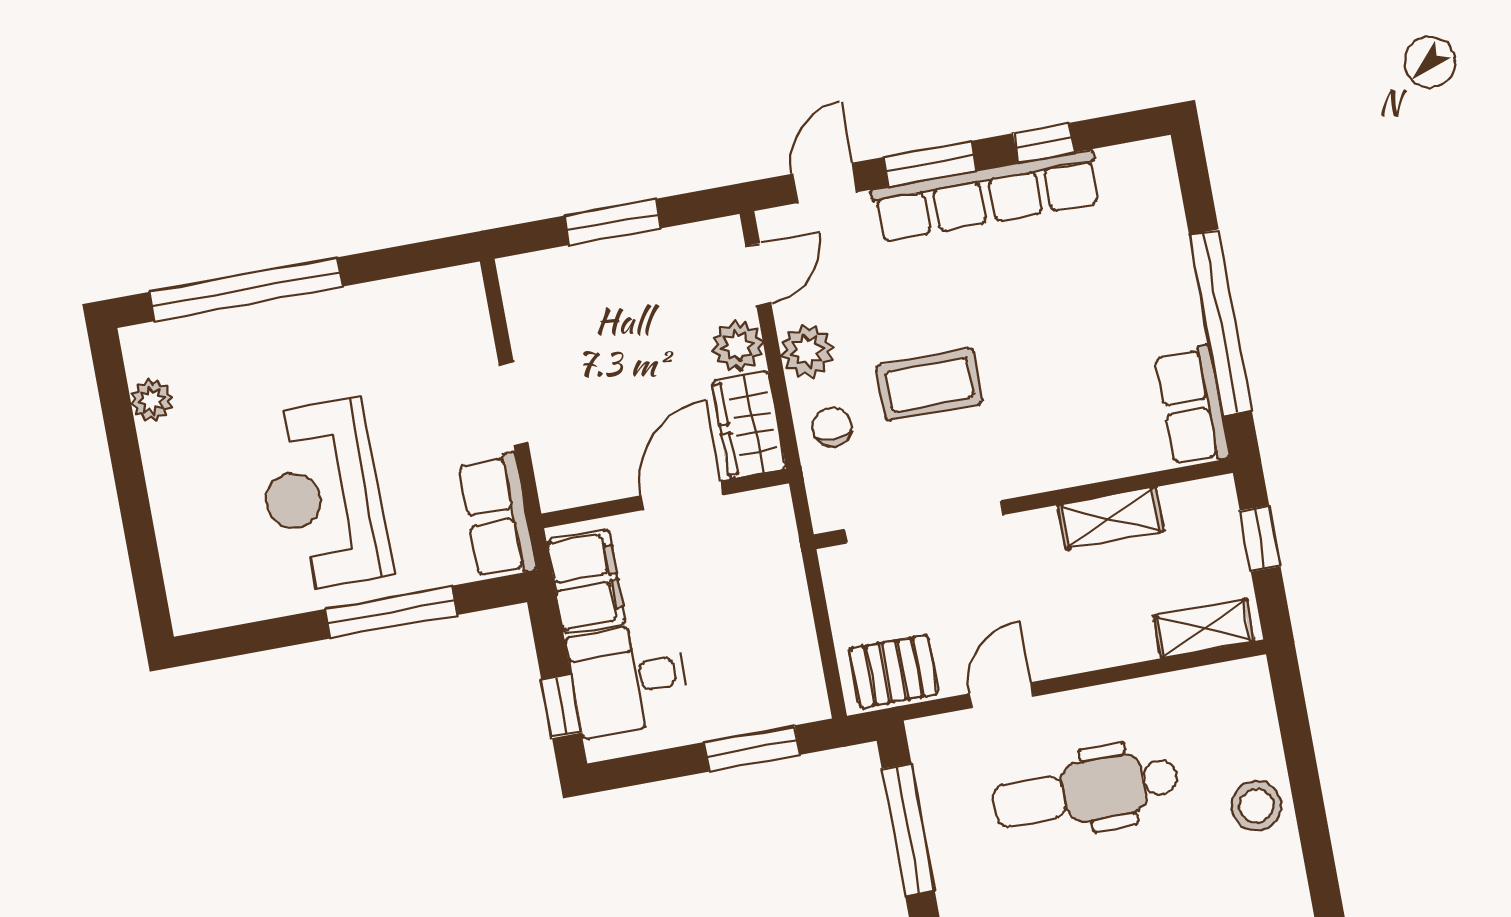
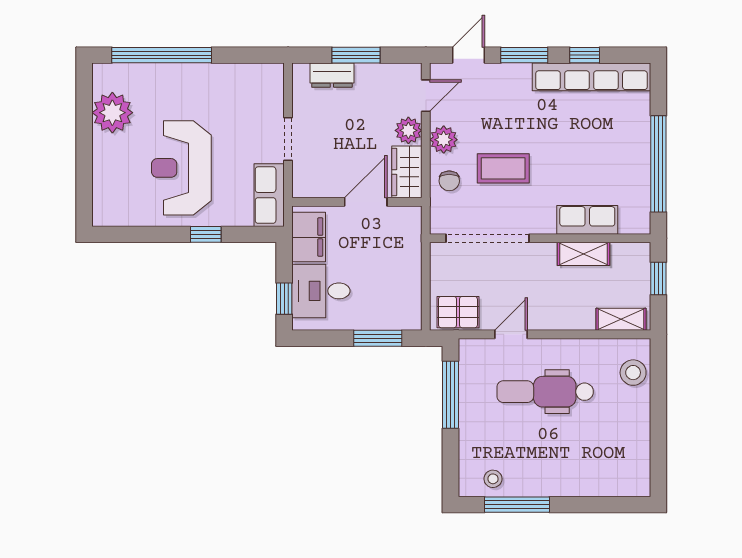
row of seats: (986, 196) -> (591, 77), moved
dresser: (574, 268) -> (332, 75), added
plant: (152, 400) -> (112, 113), width x1.87, depth x1.87
row of seats: (1192, 406) -> (587, 220), moved, turned 90
chair: (832, 427) -> (449, 181), turned 180
window: (391, 612) -> (206, 234), width x0.46
stool: (1256, 806) -> (633, 373), moved

